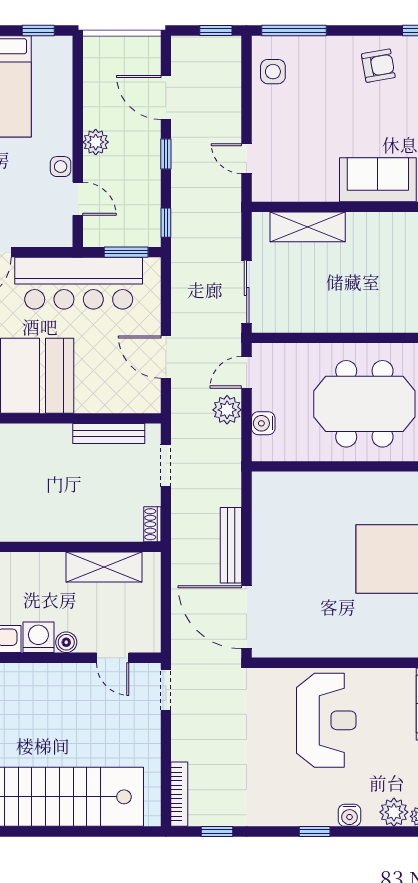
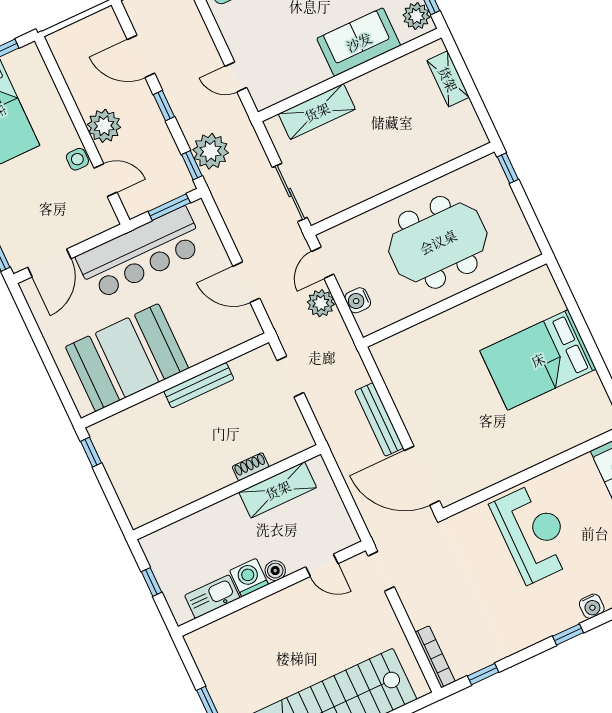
plant: (96, 142) -> (104, 126), width x1.36, depth x1.36
plant: (190, 218) -> (211, 151), added
bench: (109, 434) -> (199, 385), moved
shoe rack: (152, 524) -> (251, 467), moved, turned 90

